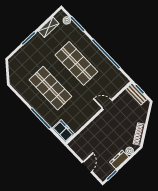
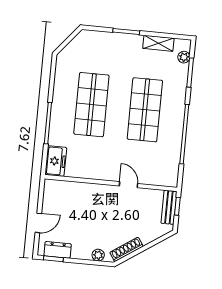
dresser: (119, 160) -> (58, 250), moved

